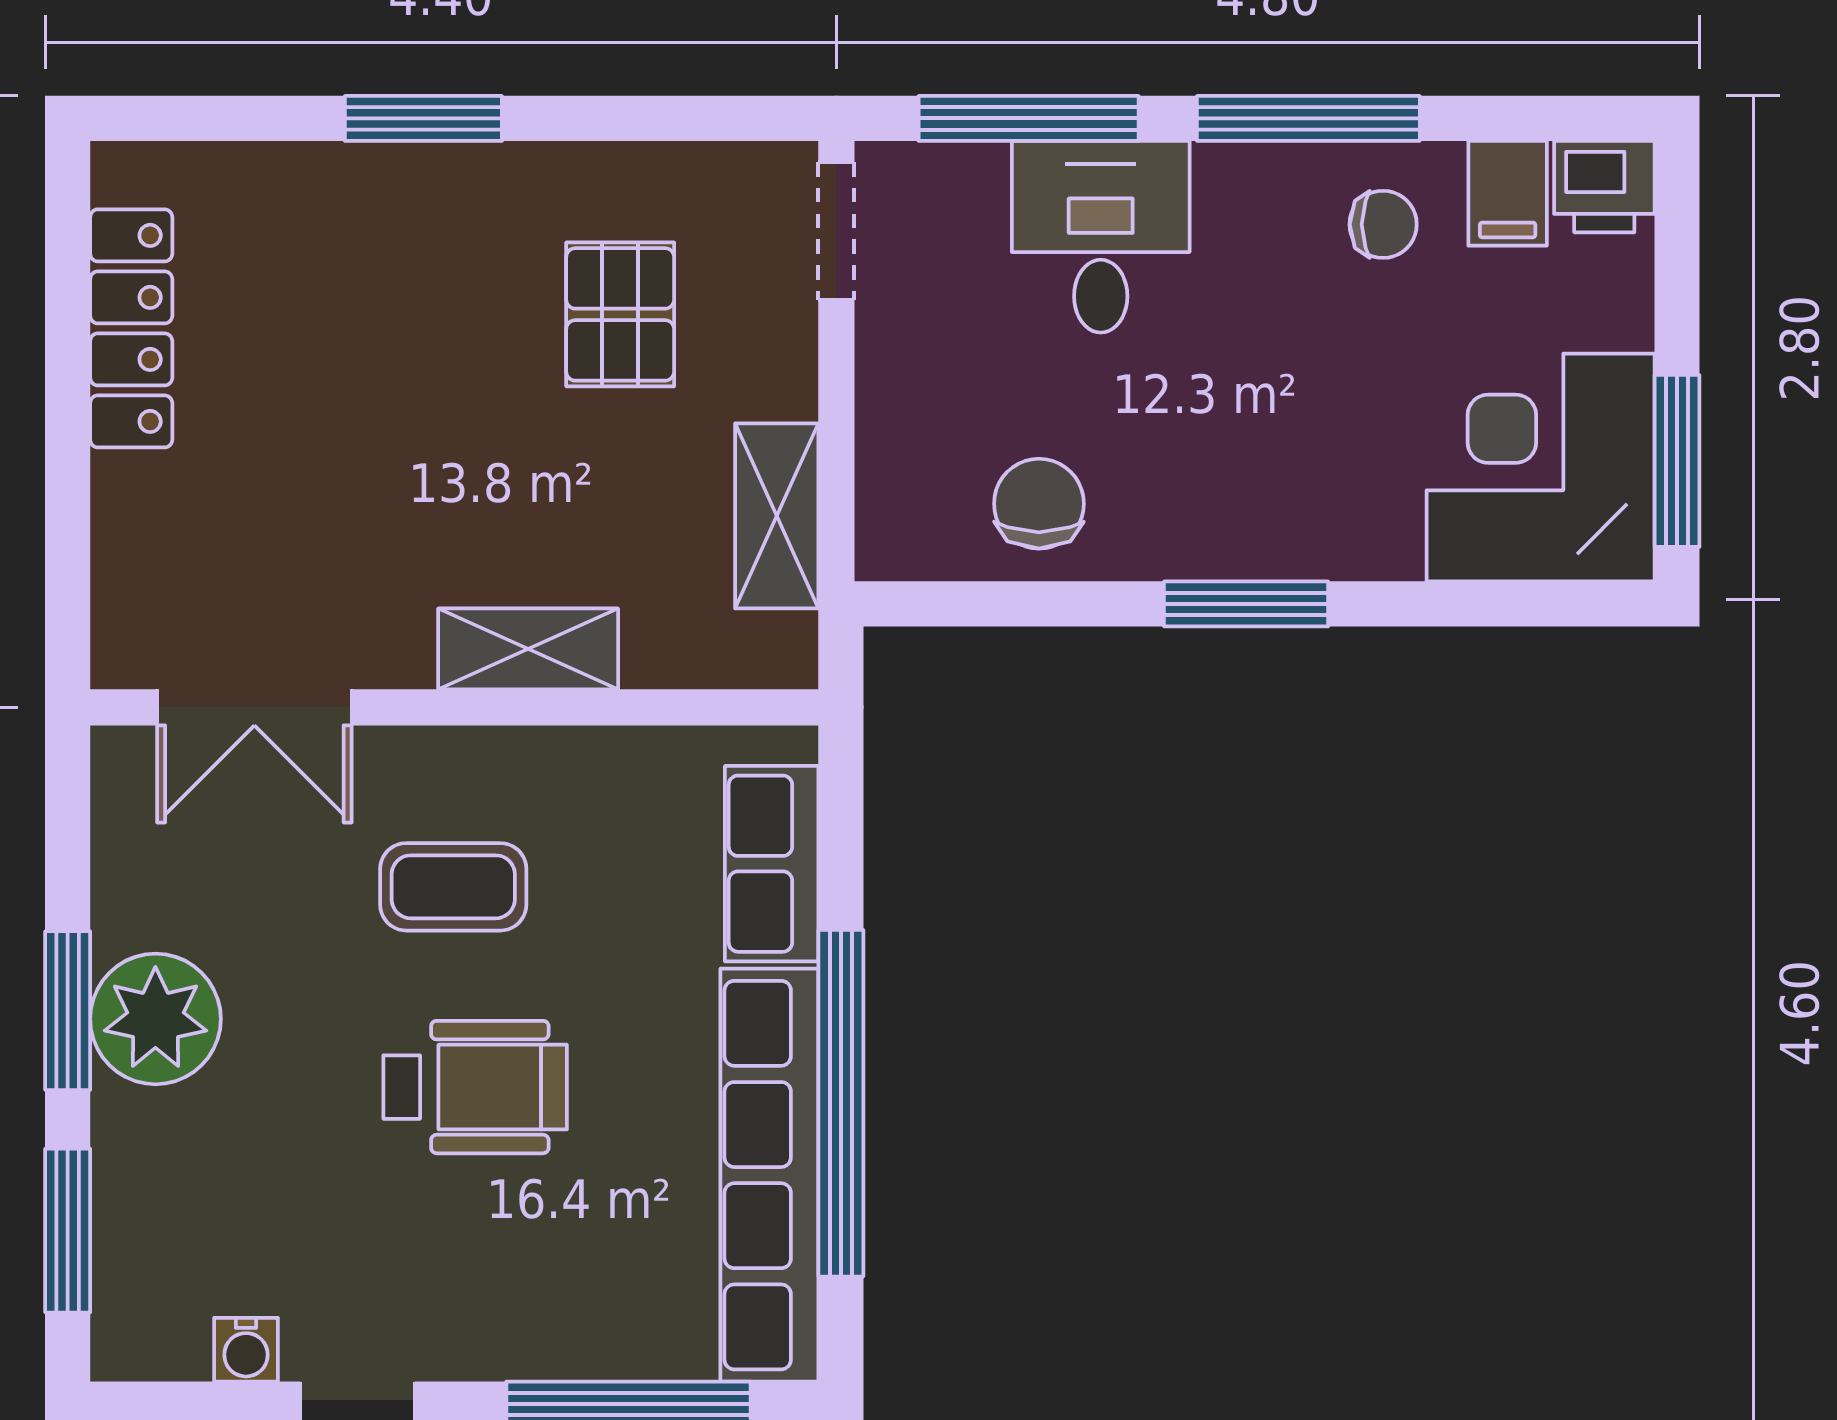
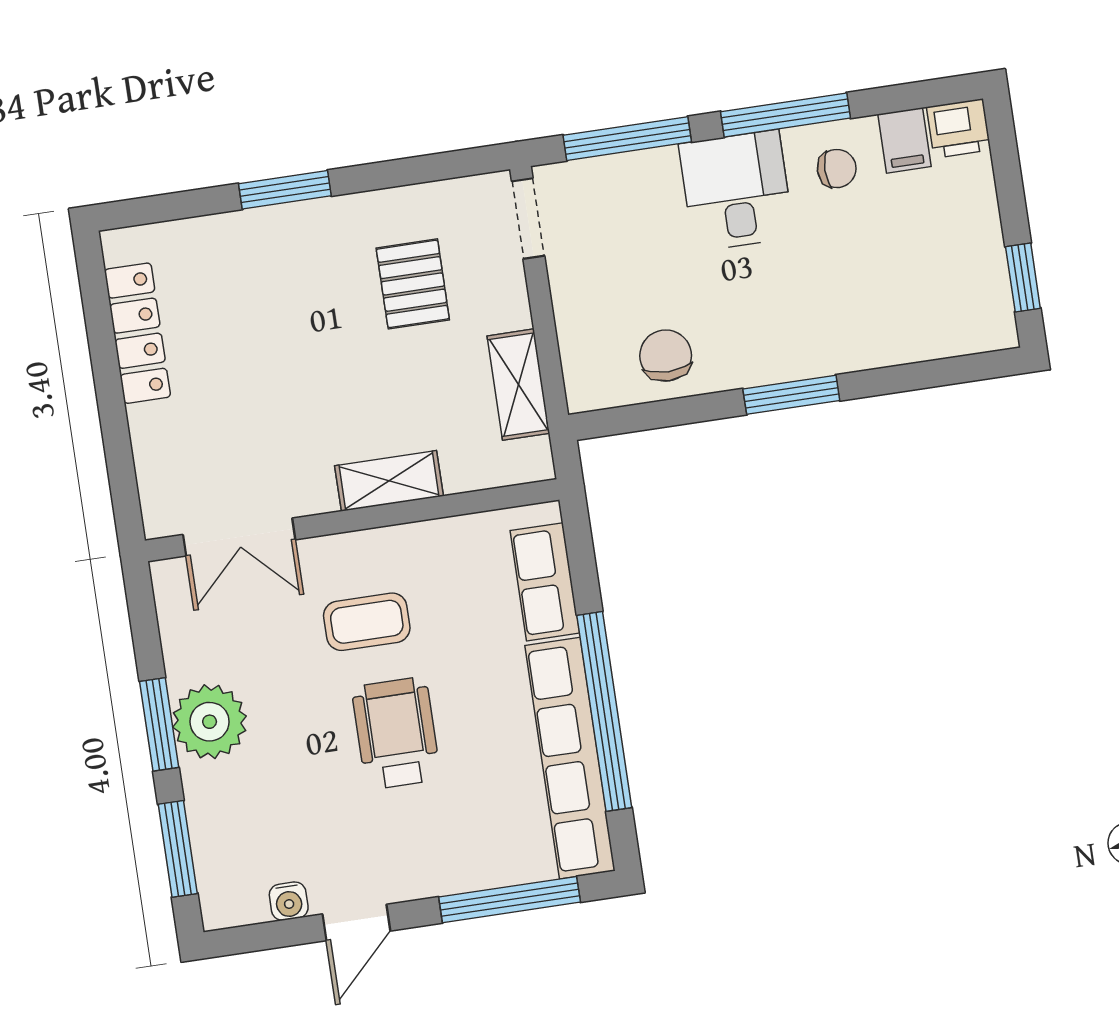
desk: (1101, 237) -> (736, 191), moved
window: (1677, 461) -> (1023, 277), width x0.67
corner desk: (1541, 467) -> (946, 293), removed
wheelchair: (475, 1087) -> (396, 733), turned -90

